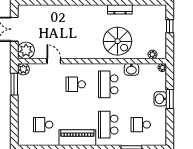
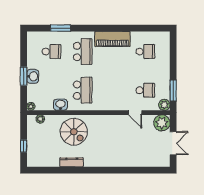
spiral stairs: (118, 41) -> (74, 132), turned 180
school desk: (76, 84) -> (145, 90), moved

